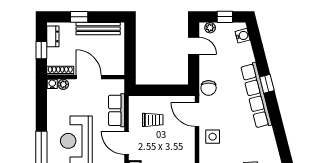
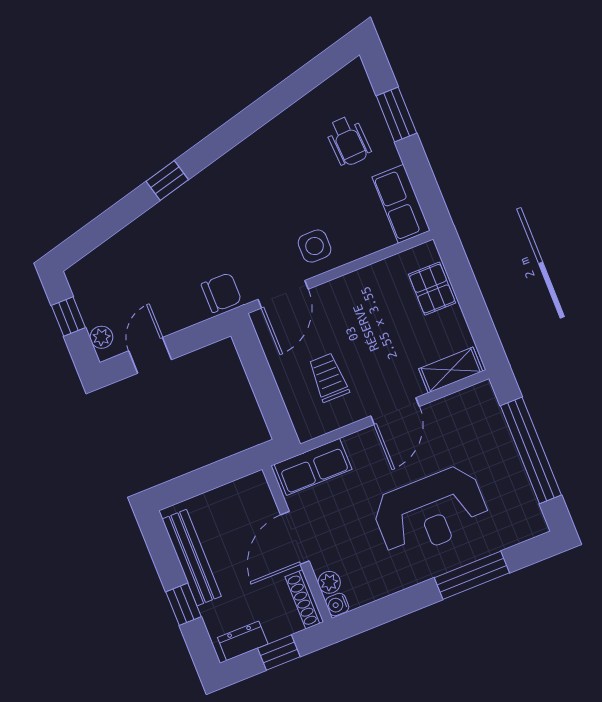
water cooler: (243, 36) -> (91, 267), removed
row of seats: (256, 95) -> (199, 193), removed
row of seats: (117, 110) -> (313, 467), moved

